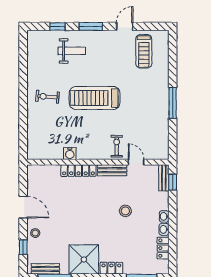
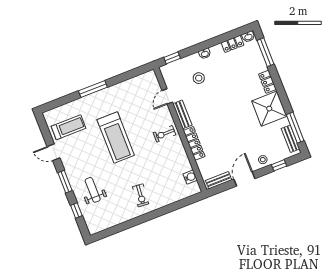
treadmill: (95, 98) -> (116, 137), moved
window: (173, 103) -> (93, 89), moved
exercise bike: (117, 146) -> (164, 134), moved
water cooler: (70, 154) -> (190, 177), moved
bench: (164, 178) -> (219, 180), moved
stool: (125, 211) -> (199, 78), moved
washbasin: (164, 229) -> (248, 37), moved

